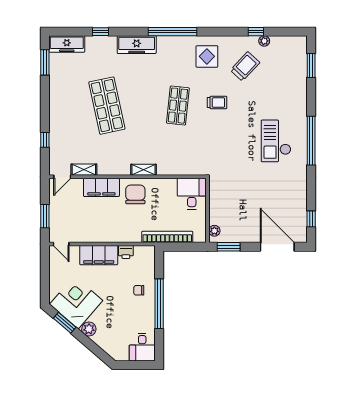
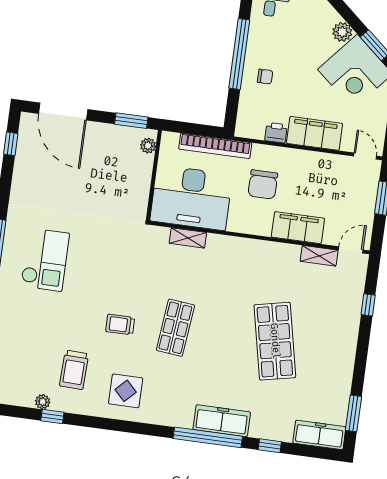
window: (173, 32) -> (208, 437), moved
trolley: (245, 66) -> (74, 370), turned -41
shelving: (143, 170) -> (188, 238), moved
chair: (135, 194) -> (263, 184), moved
desk: (192, 194) -> (191, 198), width x1.87, depth x1.30

